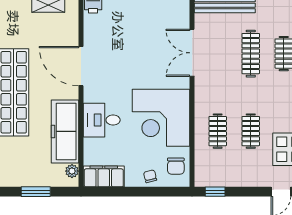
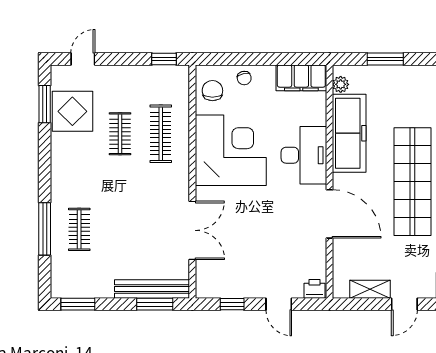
clothes rail: (251, 54) -> (120, 229), removed
desk: (102, 120) -> (304, 155), width x1.37
clothes rail: (218, 131) -> (161, 134), width x1.36

